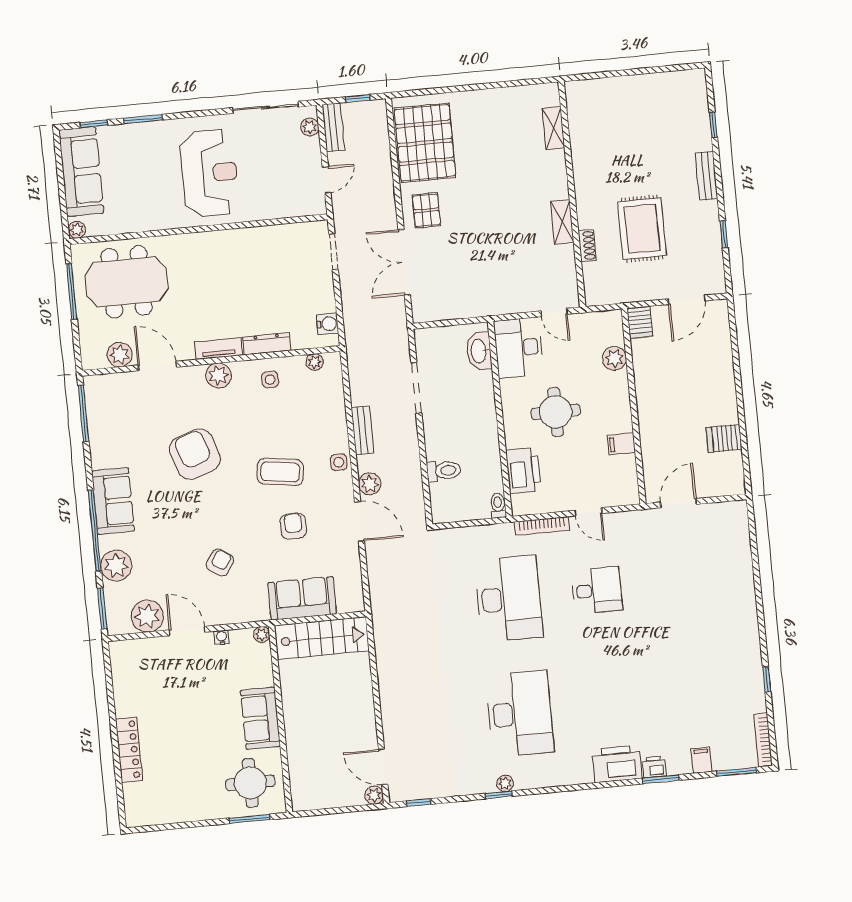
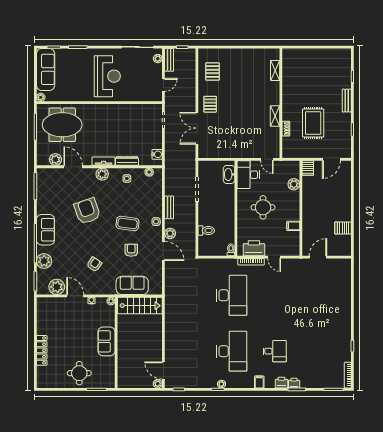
pallet: (425, 143) -> (212, 72), width x0.49, depth x0.50
printer: (523, 471) -> (254, 248), moved, turned -90
desk: (597, 590) -> (275, 351), moved
filing cabinet: (701, 760) -> (259, 382), moved
printer: (617, 764) -> (282, 383), width x0.53, depth x0.68
round table: (250, 783) -> (79, 373), moved

